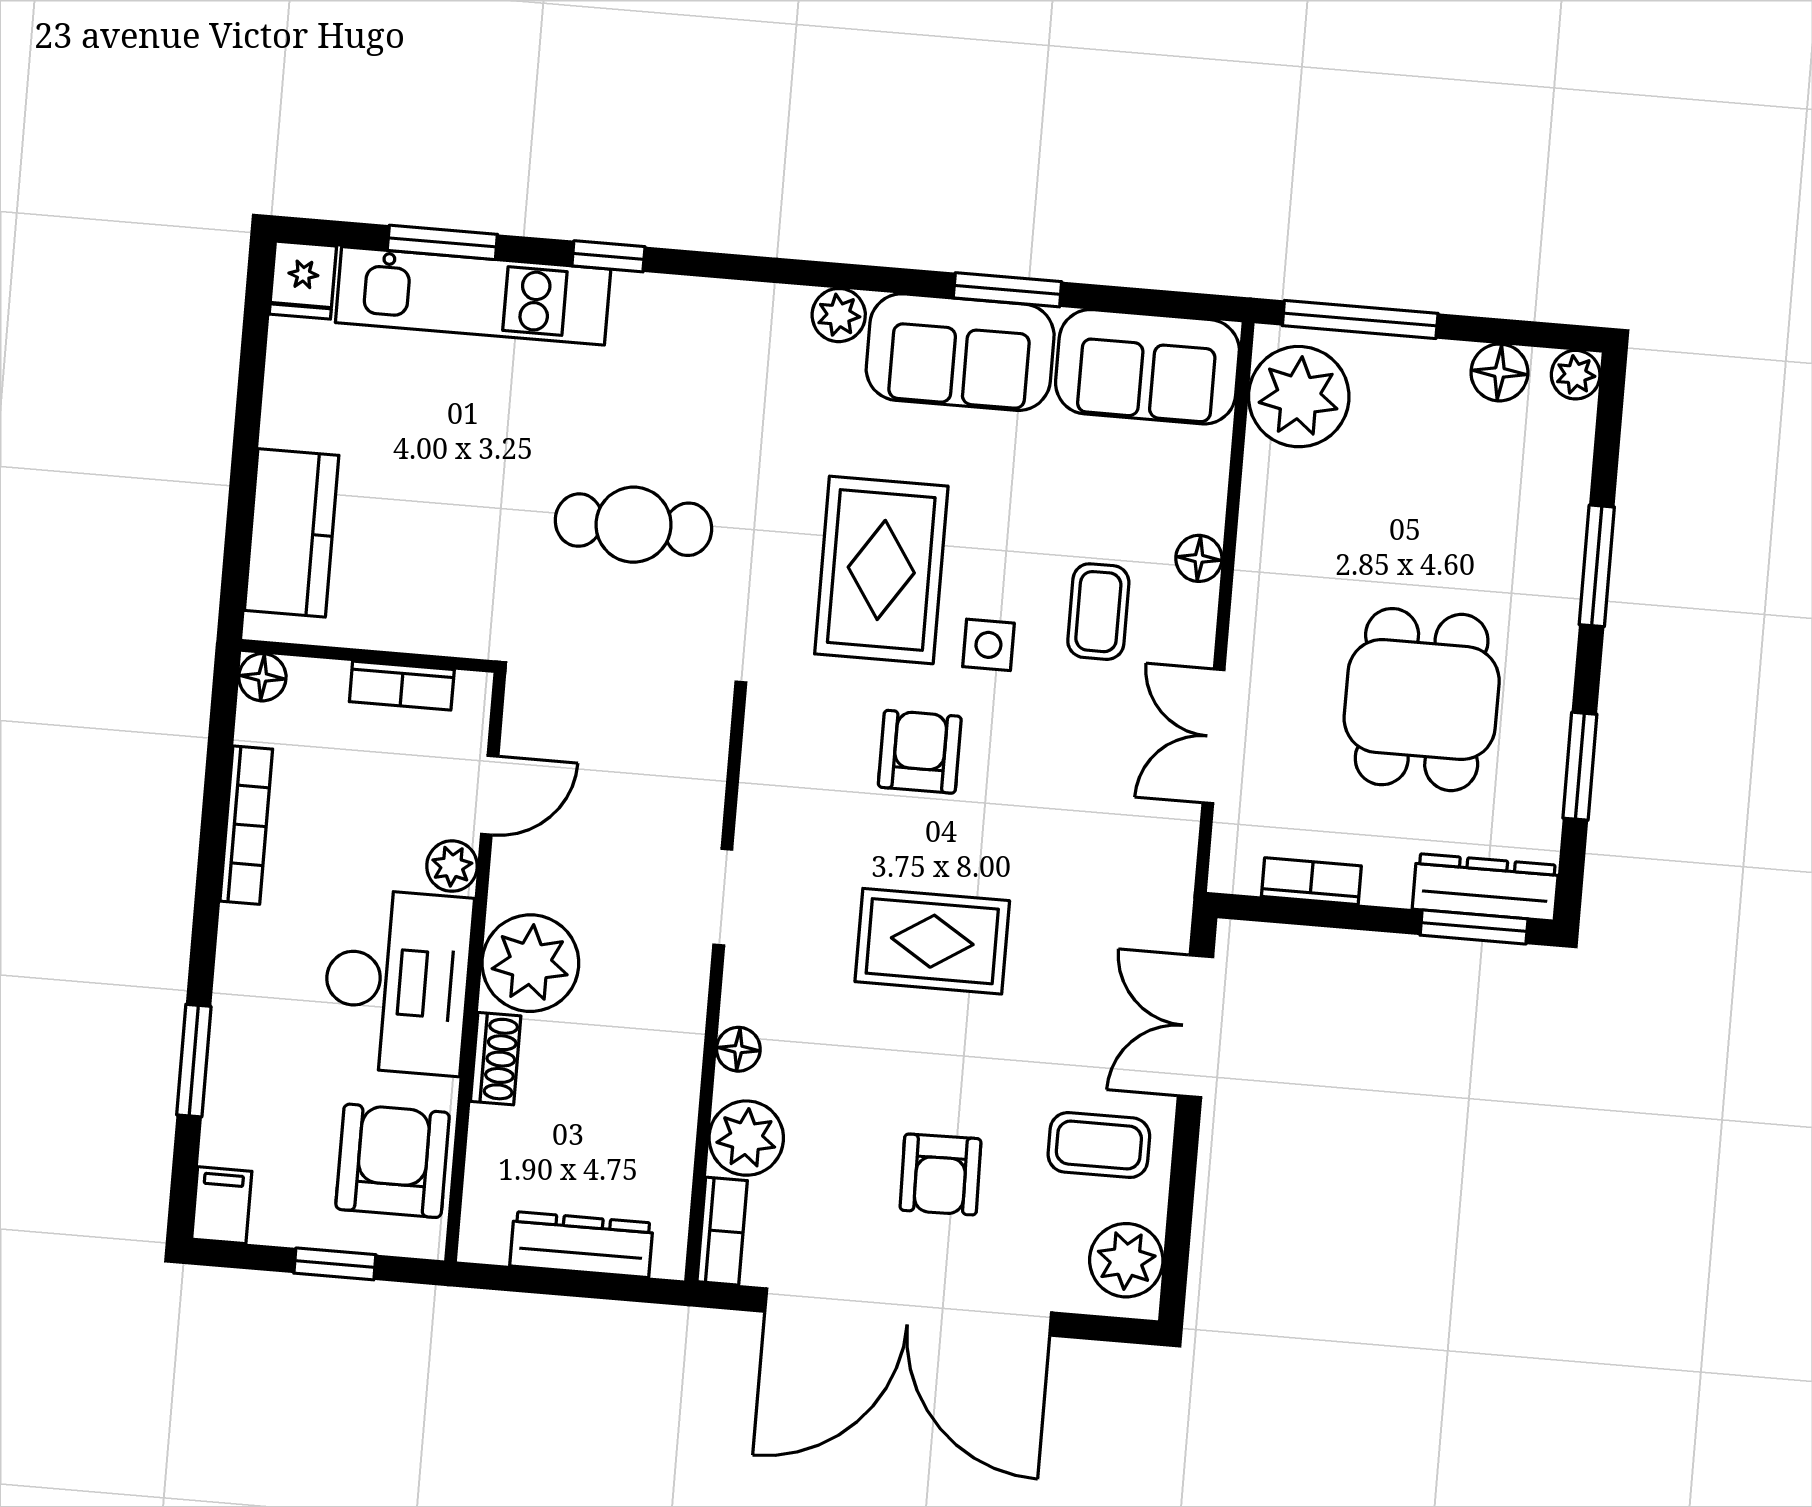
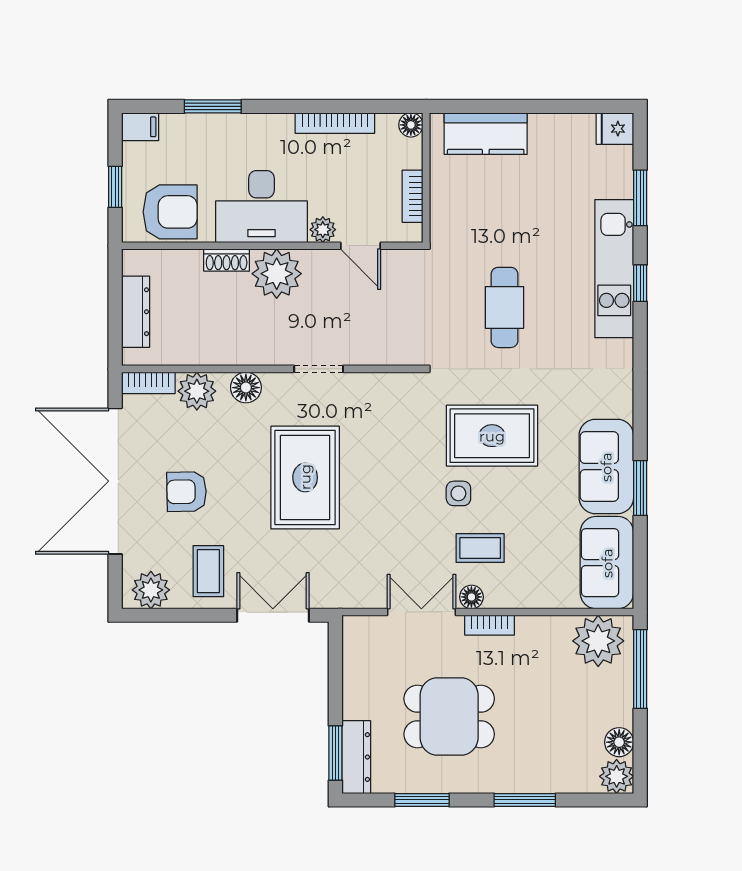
kitchen unit: (473, 296) -> (614, 269), moved
plant: (839, 315) -> (620, 403), removed
plant: (1576, 375) -> (617, 776), width x1.38, depth x1.38
floor lamp: (1199, 558) -> (471, 597), moved
armchair: (920, 752) -> (401, 463), removed
bookcase: (1311, 881) -> (489, 625), moved, turned 90
rug: (932, 941) -> (305, 477), width x1.36, depth x1.43
floor lamp: (738, 1049) -> (246, 388), width x1.37, depth x1.37

